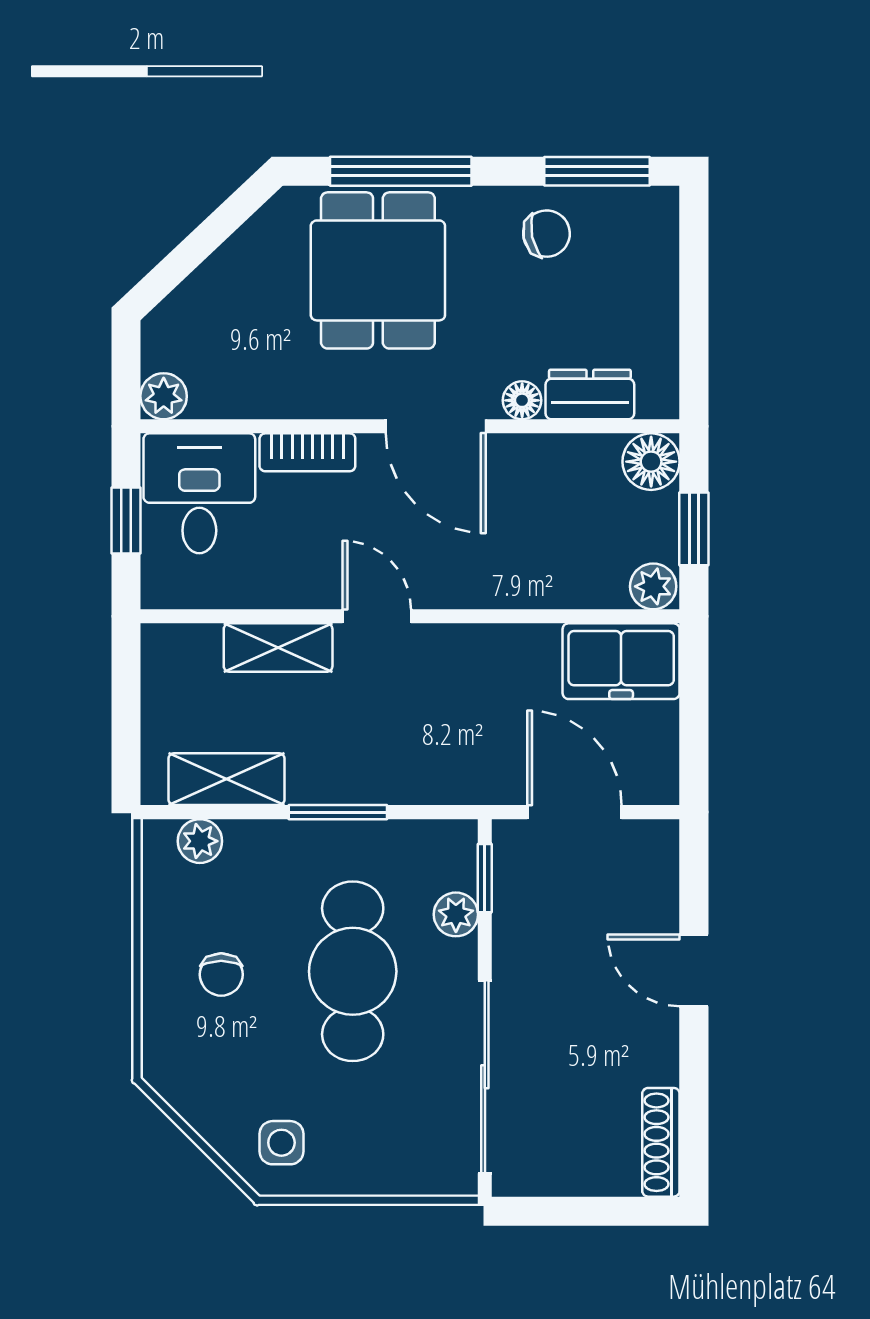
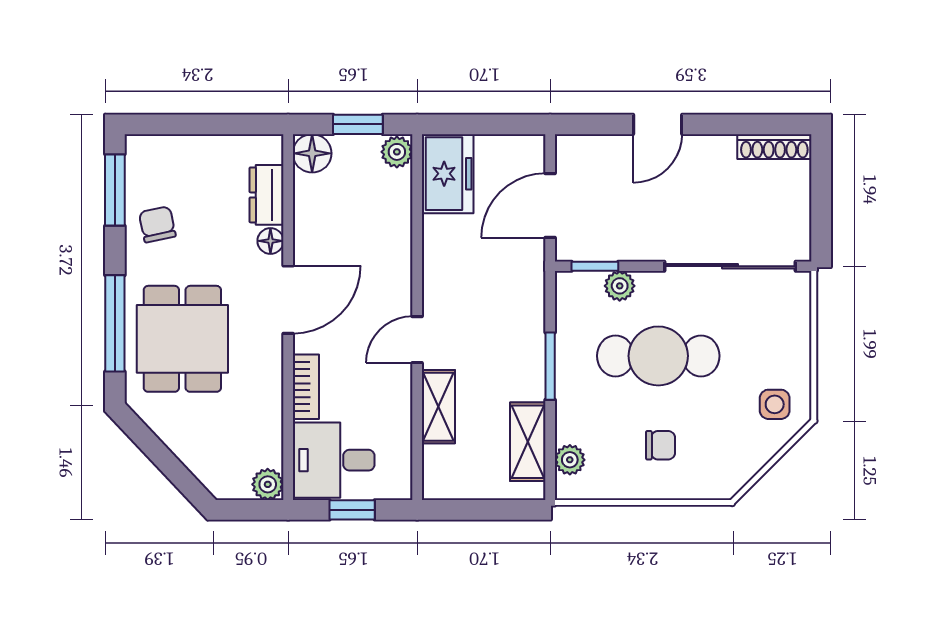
dining table: (378, 270) -> (182, 339), turned 90

